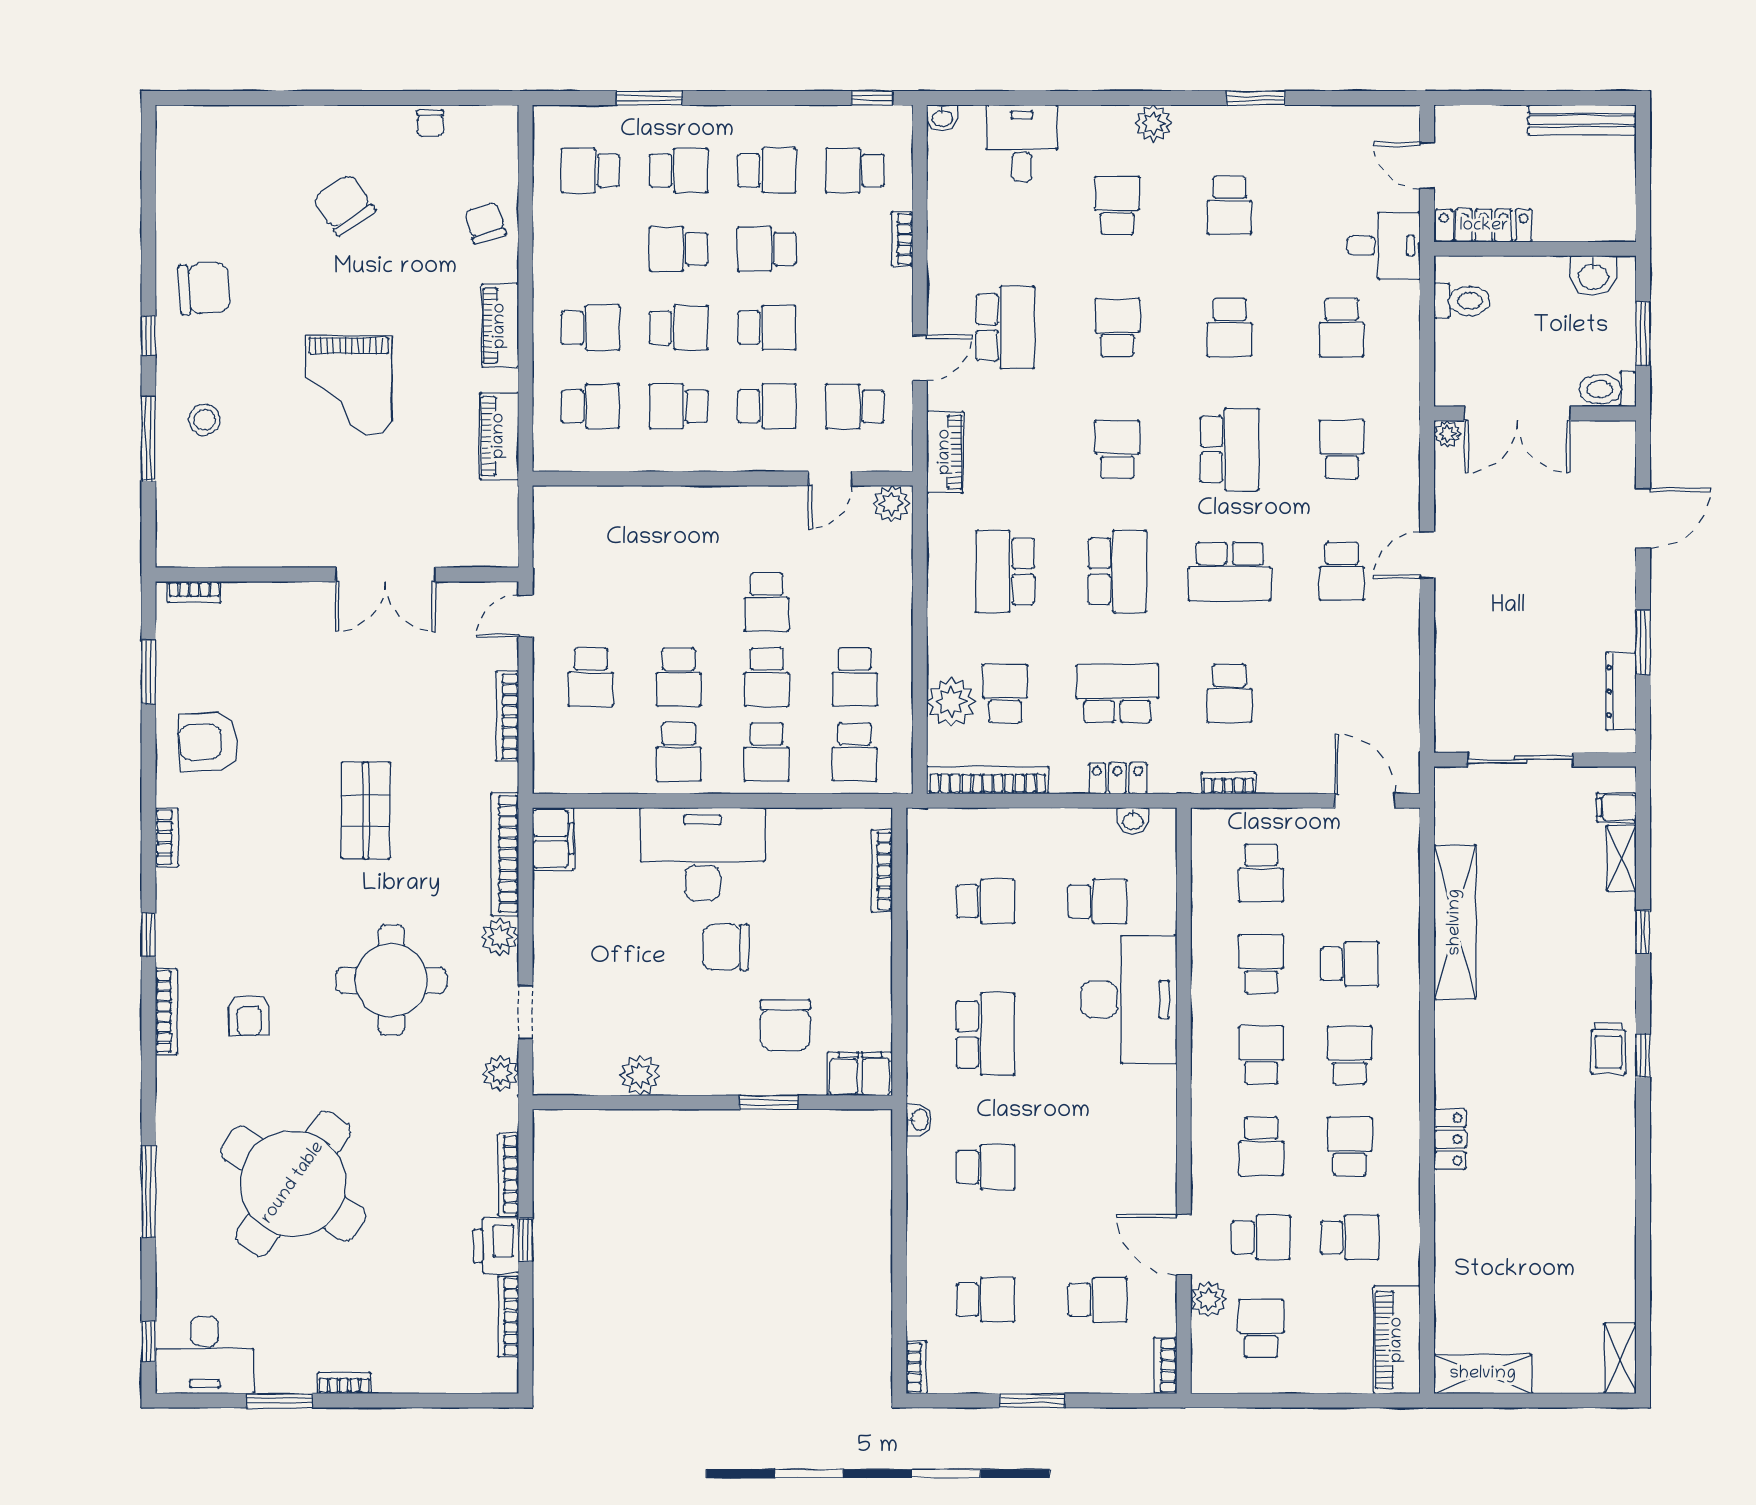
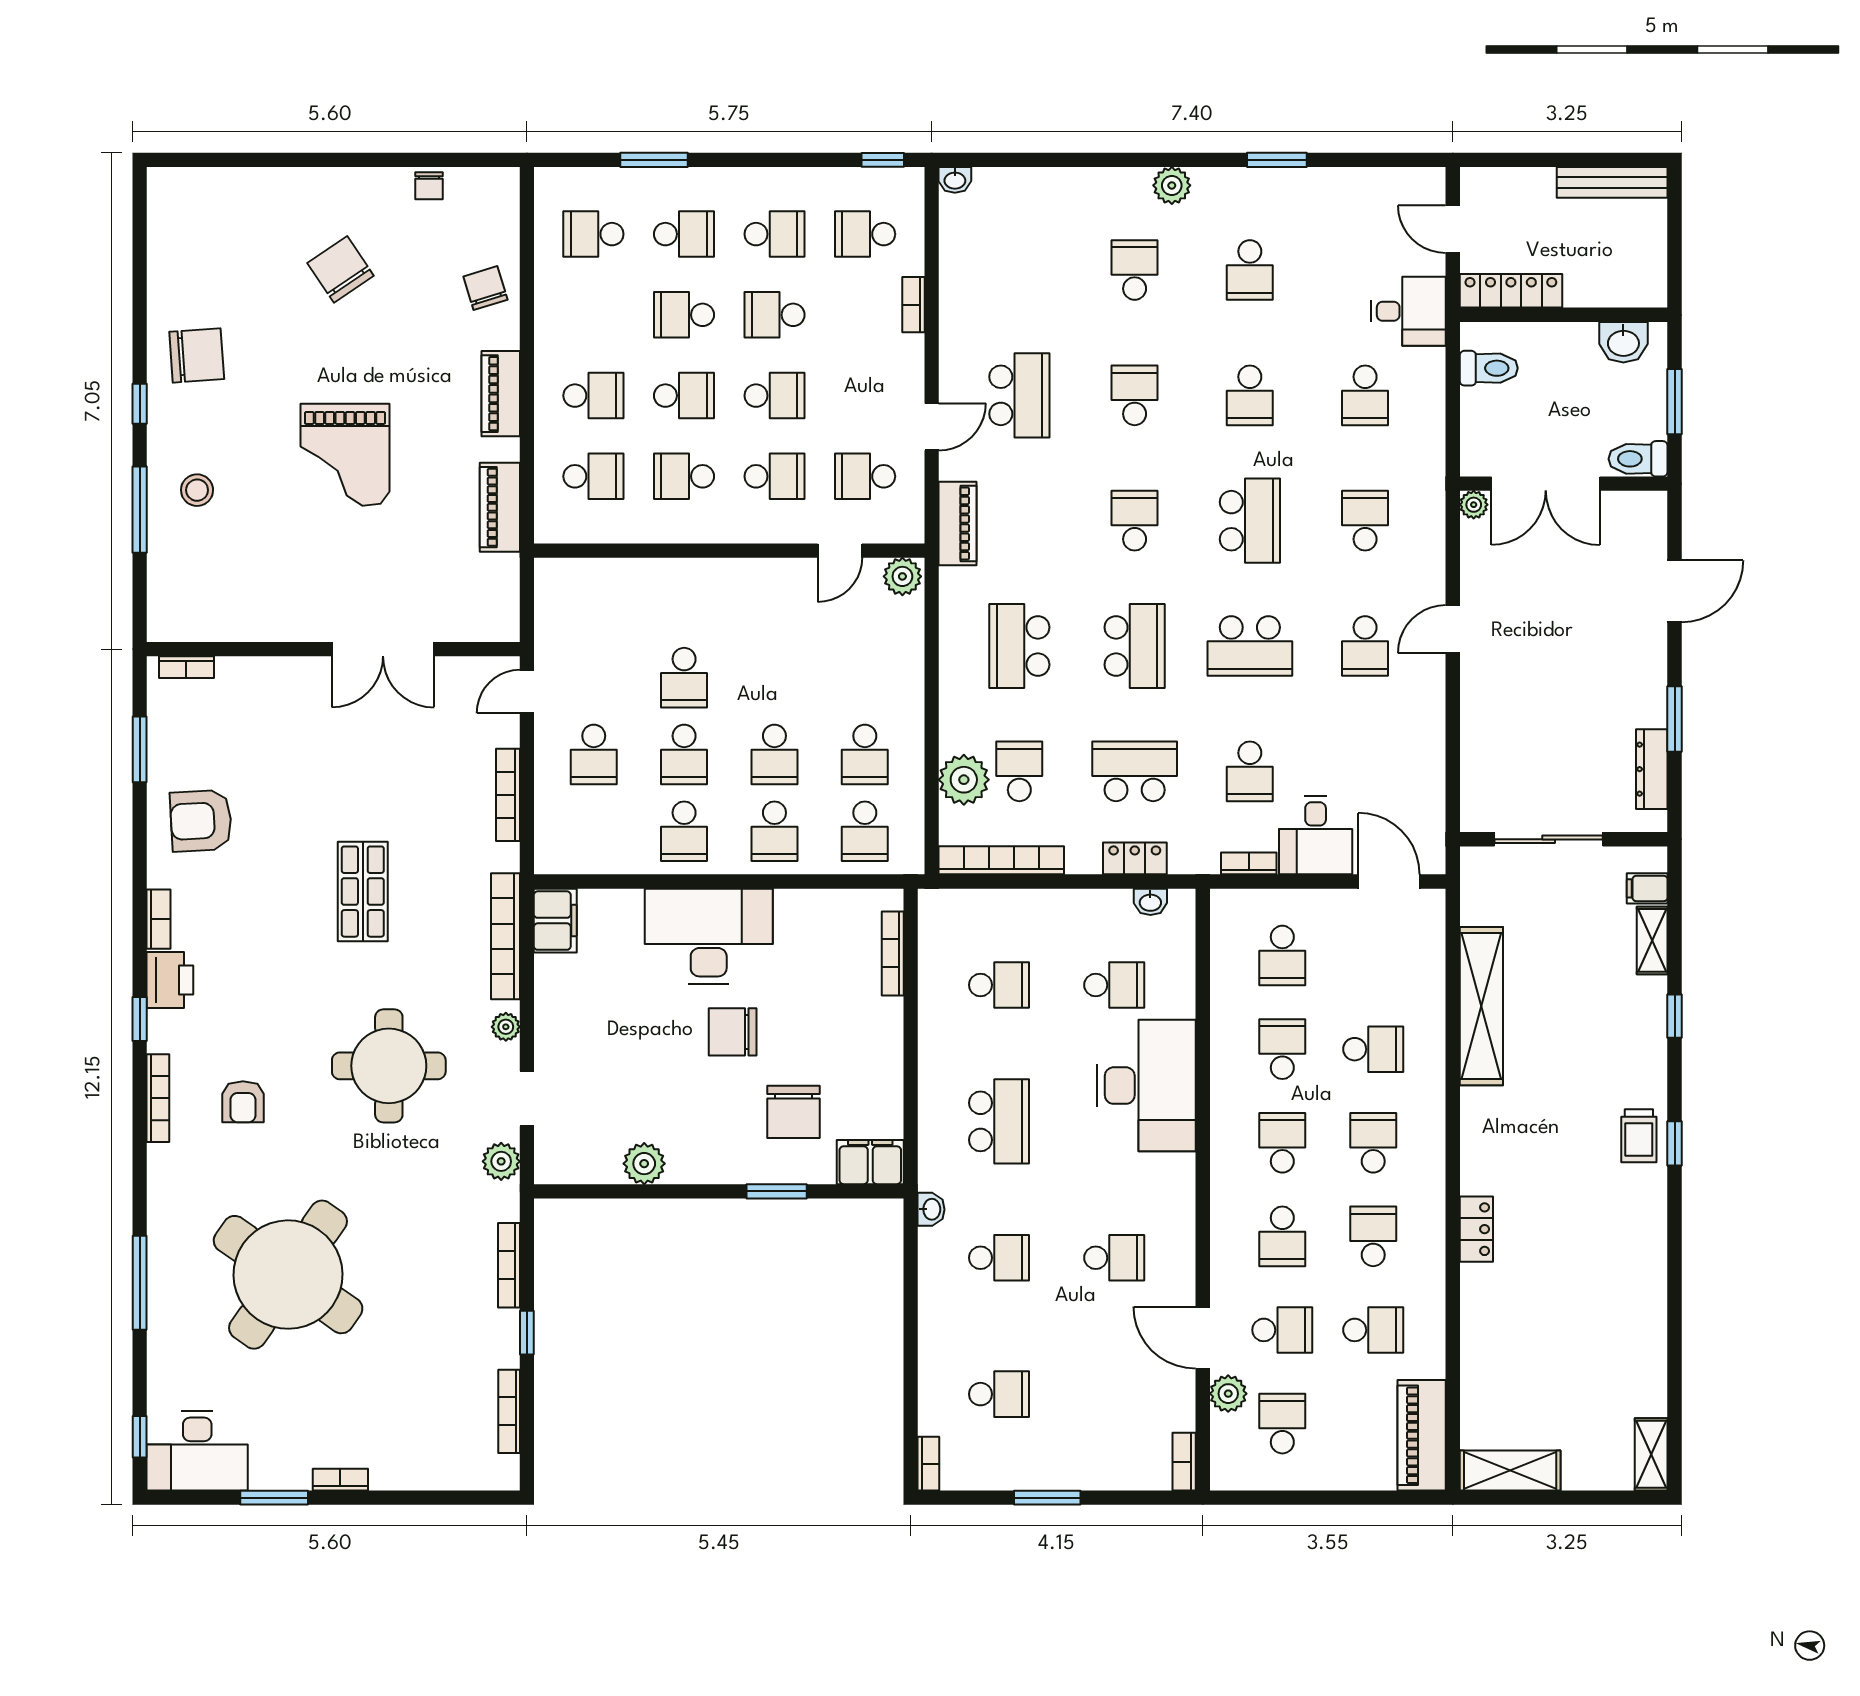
desk: (1022, 143) -> (1316, 835), moved, turned 180
school desk: (767, 602) -> (684, 678), moved
plant: (500, 937) -> (506, 1027), width x0.73, depth x0.73
printer: (496, 1246) -> (170, 980), moved, turned 180
school desk: (1098, 1300) -> (1114, 1258), moved

